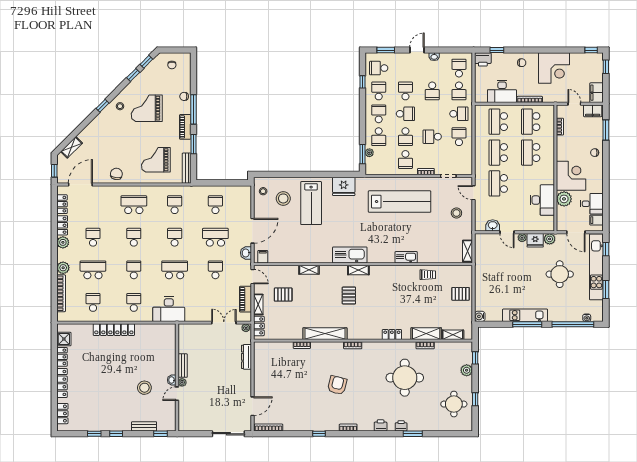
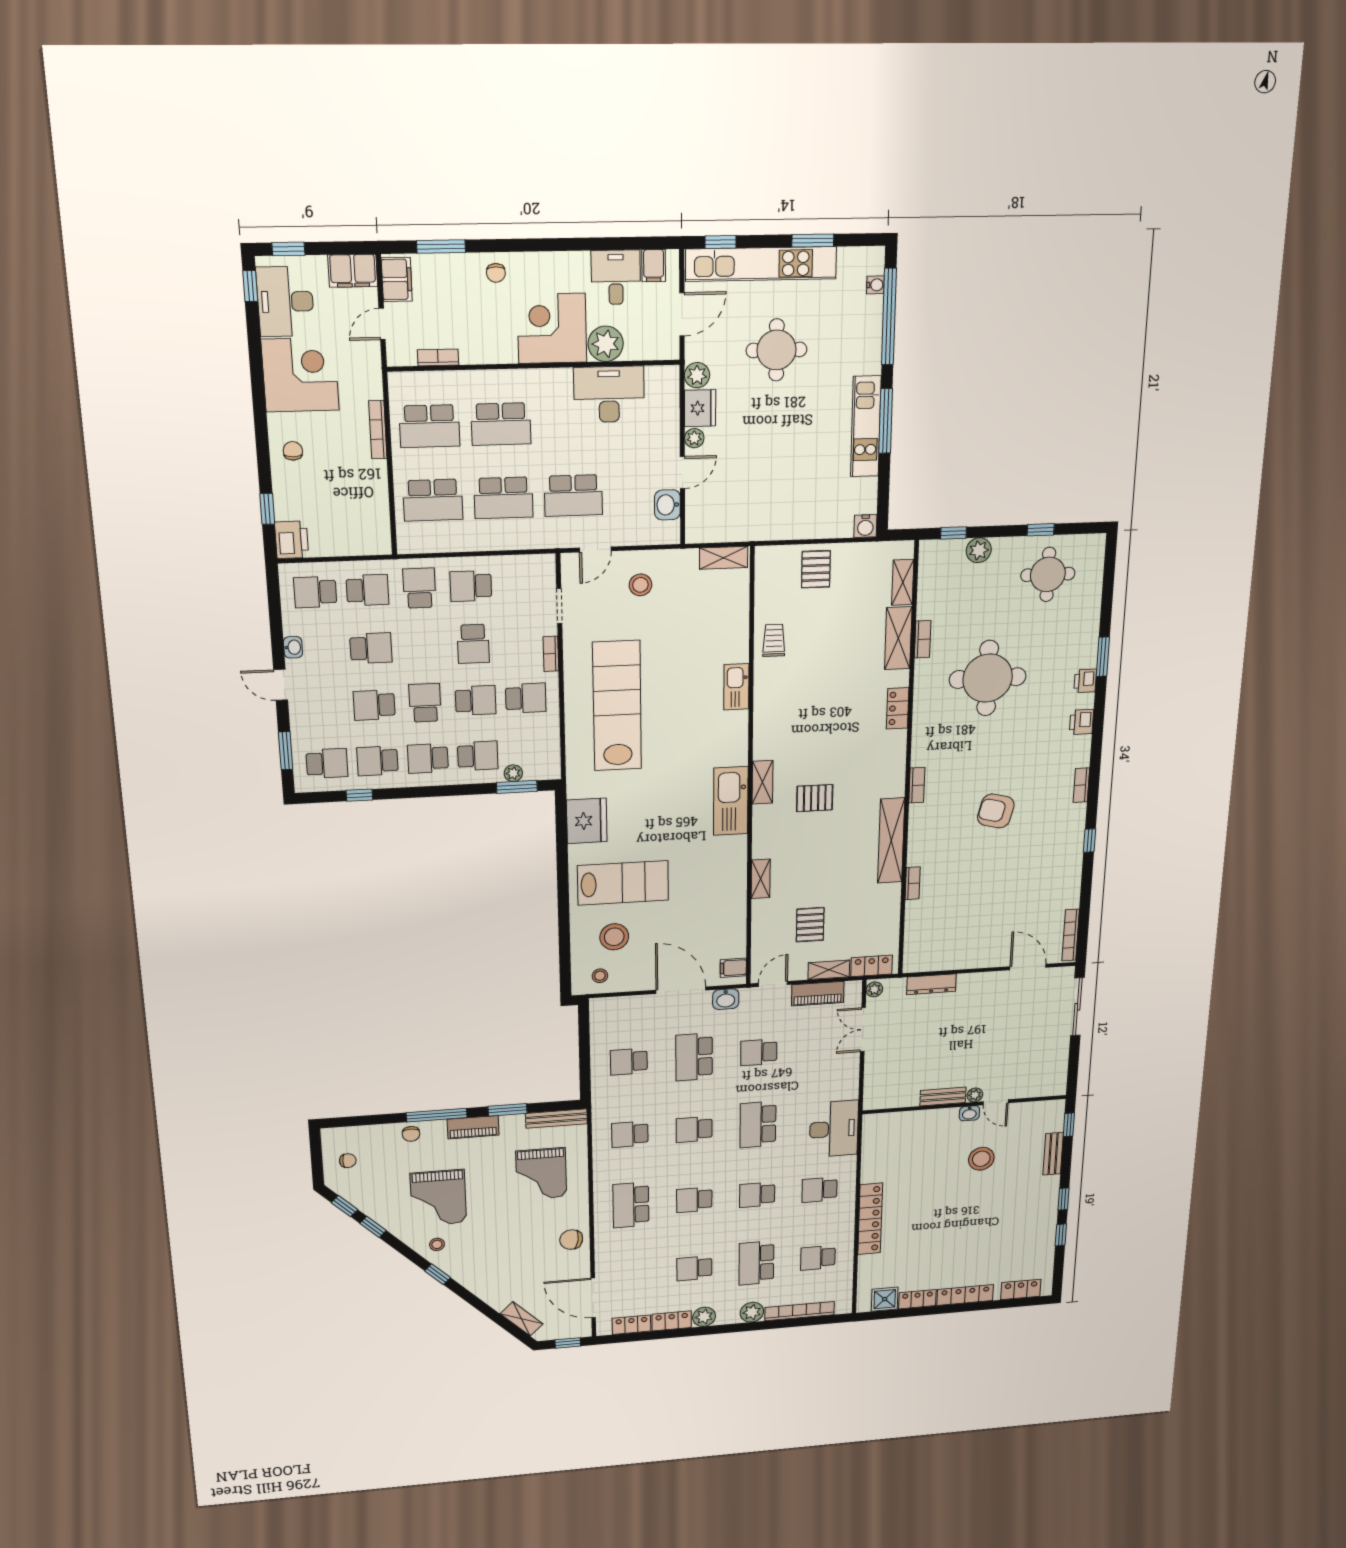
school desk: (379, 68) -> (327, 763), turned -90
desk: (502, 91) -> (285, 302), moved, turned 180

